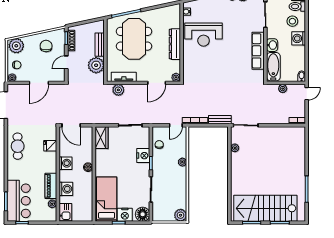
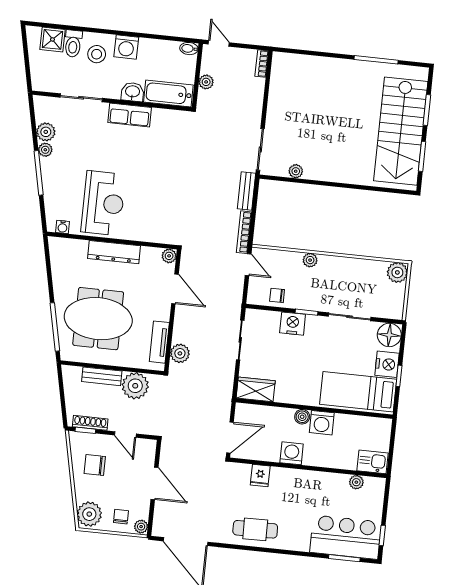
row of seats: (258, 51) -> (130, 115), width x0.68
piano: (51, 186) -> (327, 481), removed
washing machine: (66, 189) -> (322, 423), moved, turned 180

